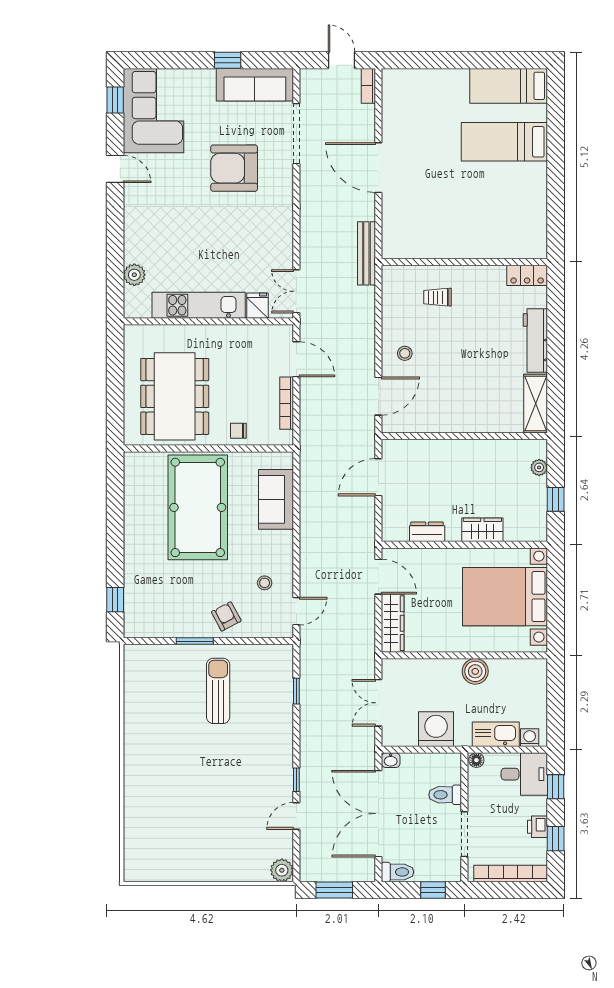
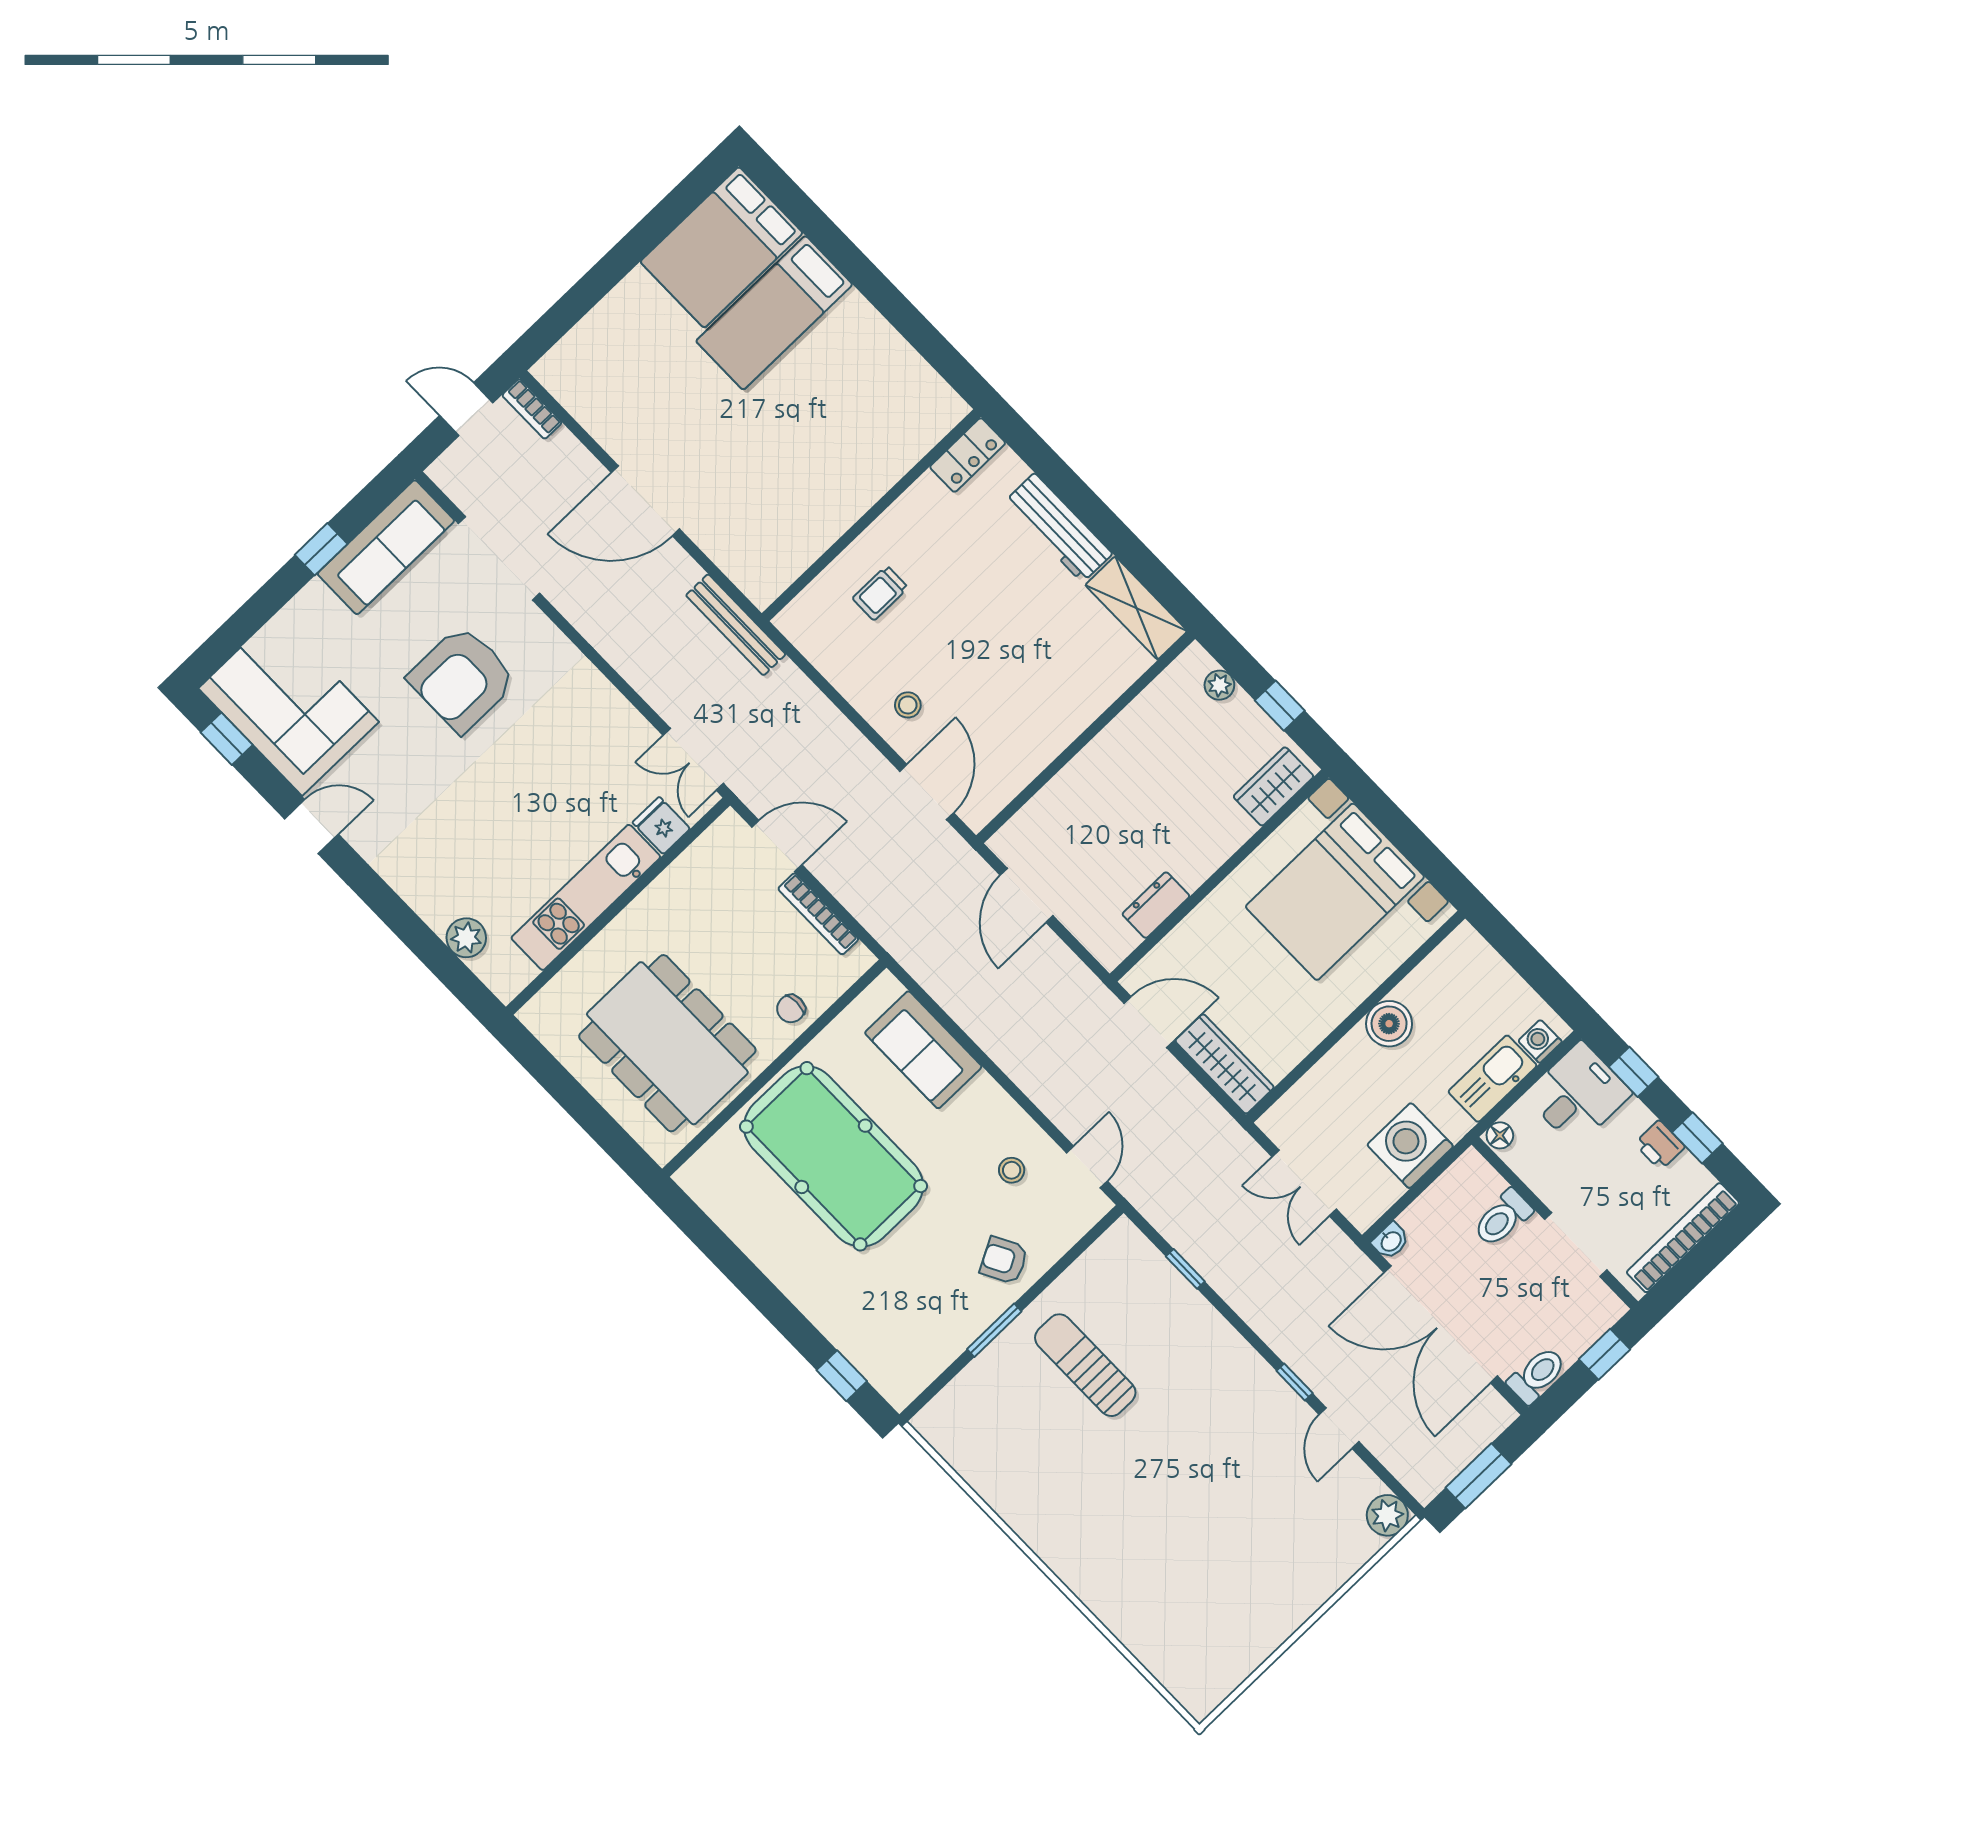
bed: (509, 86) -> (722, 247), width x1.50
wardrobe: (482, 530) -> (1273, 786), moved

